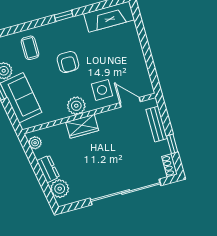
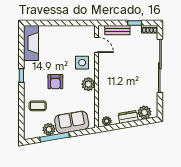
armchair: (68, 62) -> (55, 82), turned 90
door: (130, 102) -> (97, 45), swing flipped
wardrobe: (82, 126) -> (104, 84), removed

